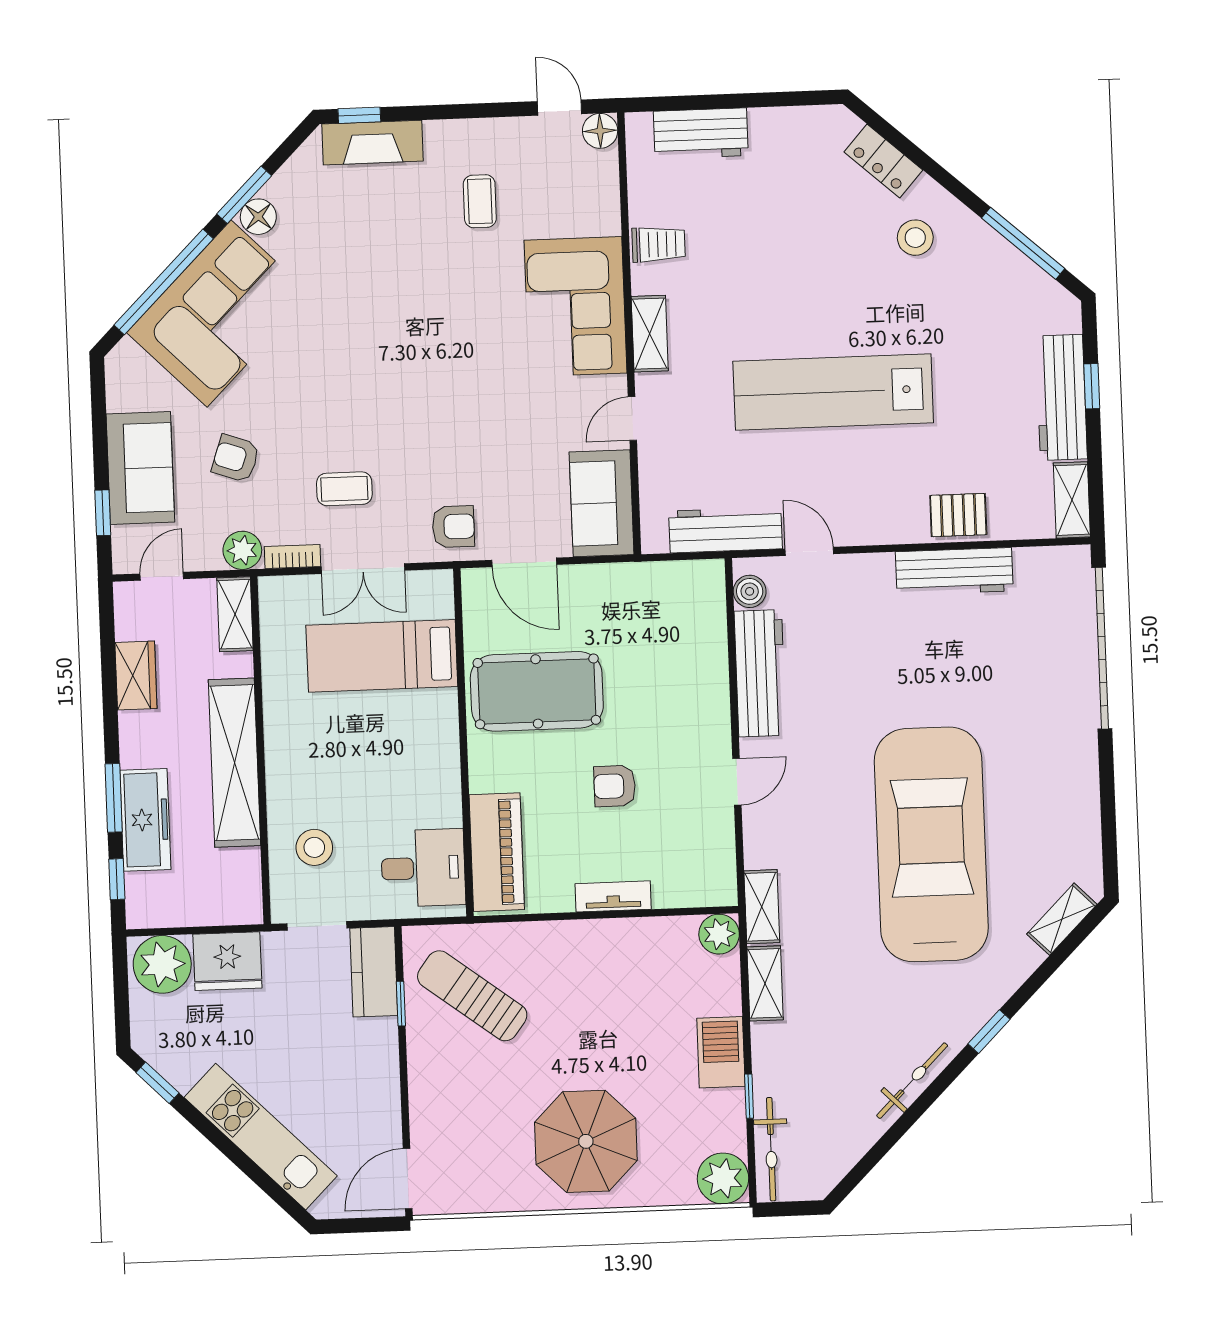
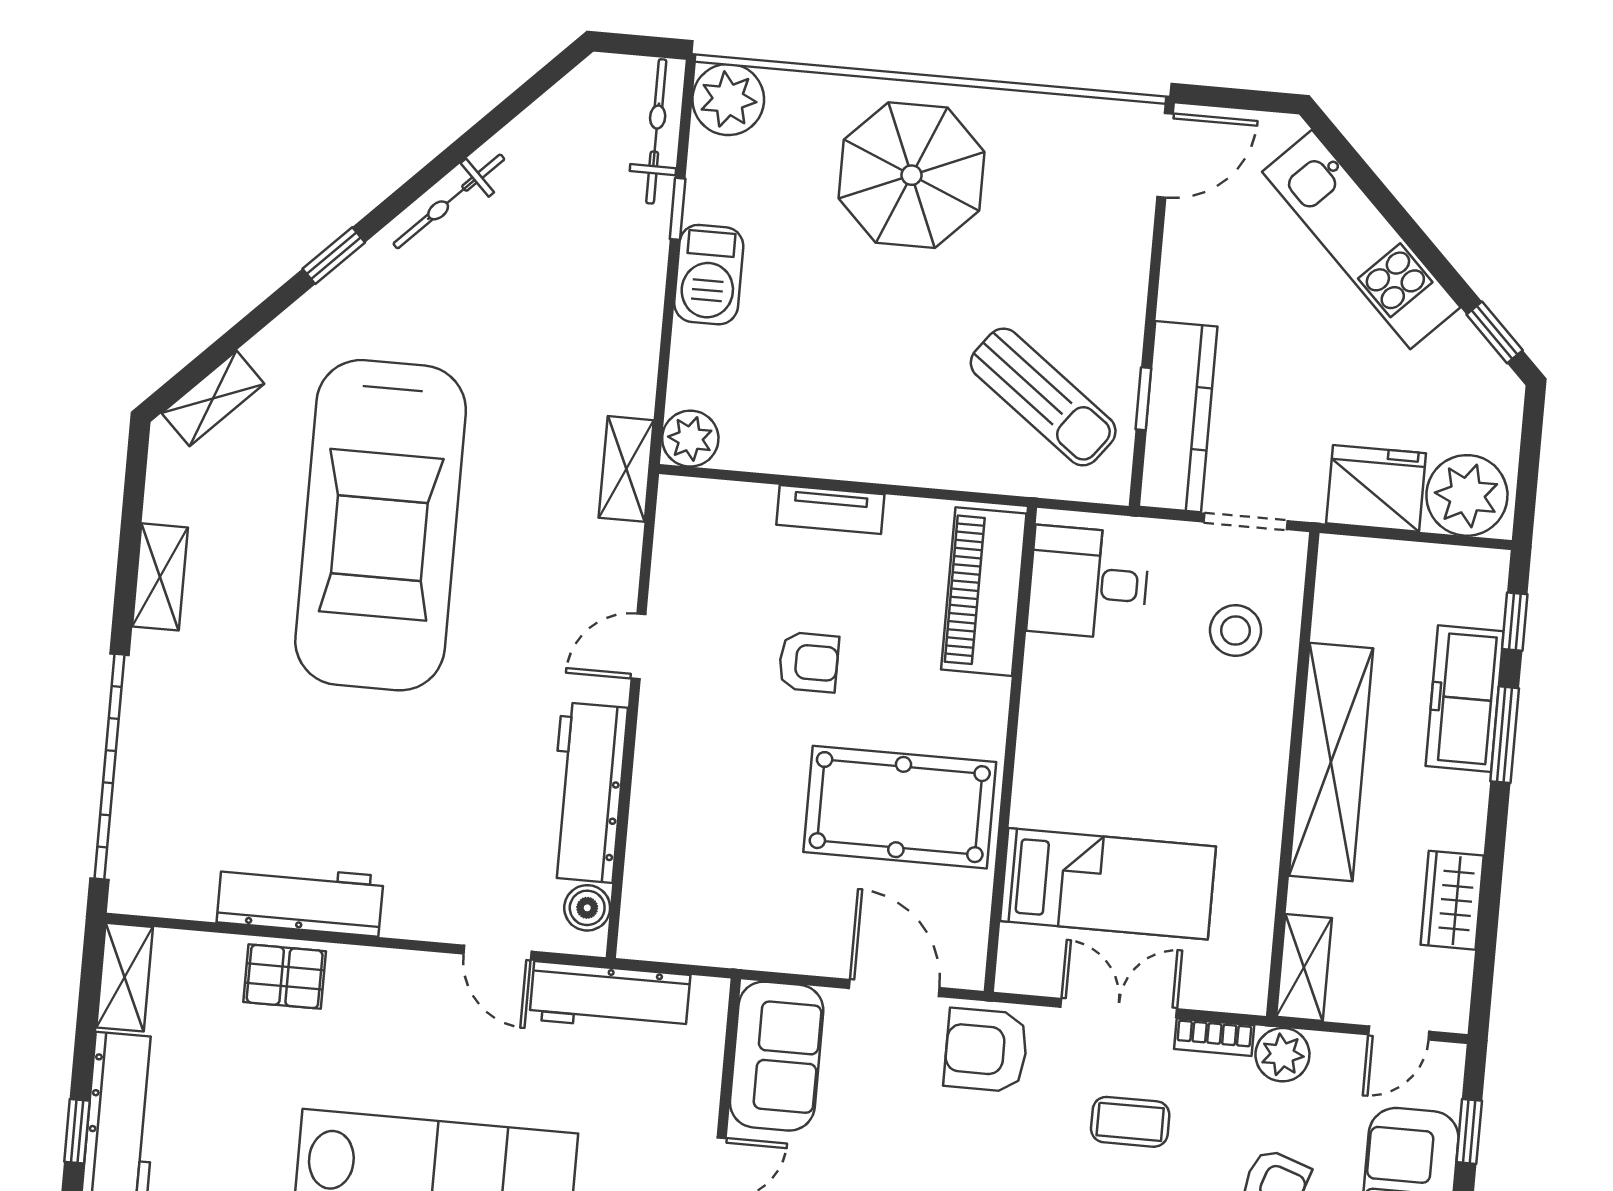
armchair: (453, 527) -> (986, 1050), width x1.38, depth x1.38
kitchen counter: (374, 972) -> (1178, 417), width x1.50
shelving: (765, 983) -> (160, 577), moved

